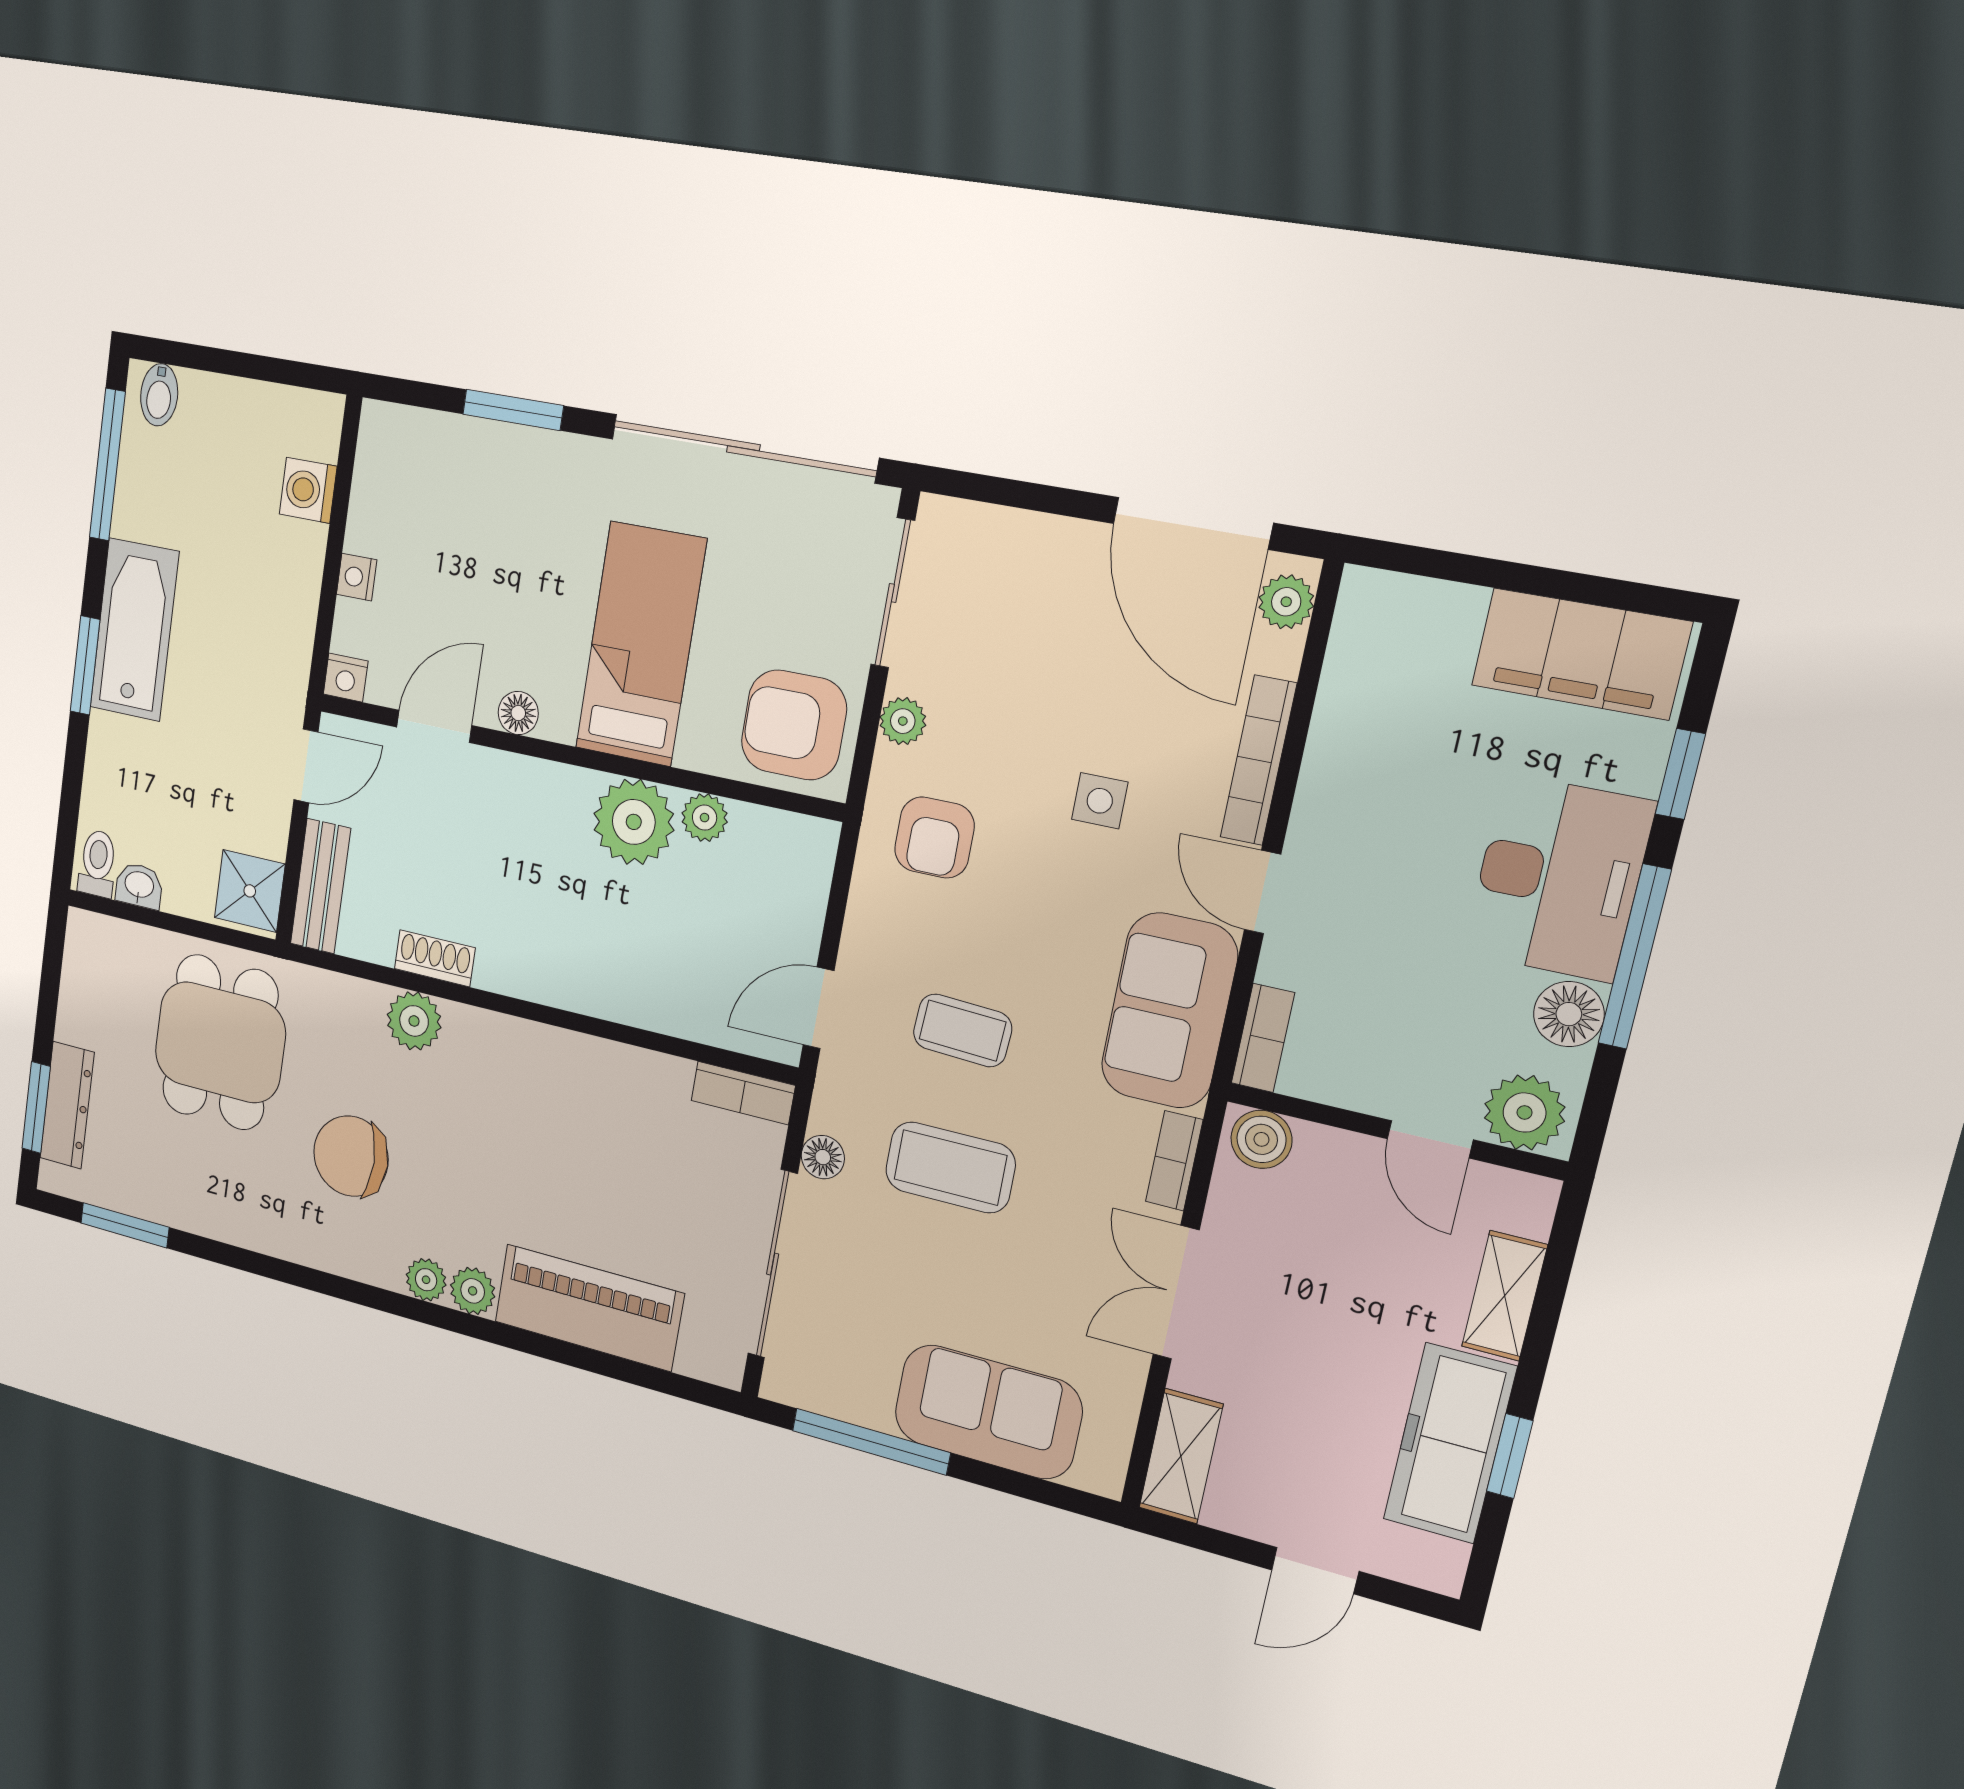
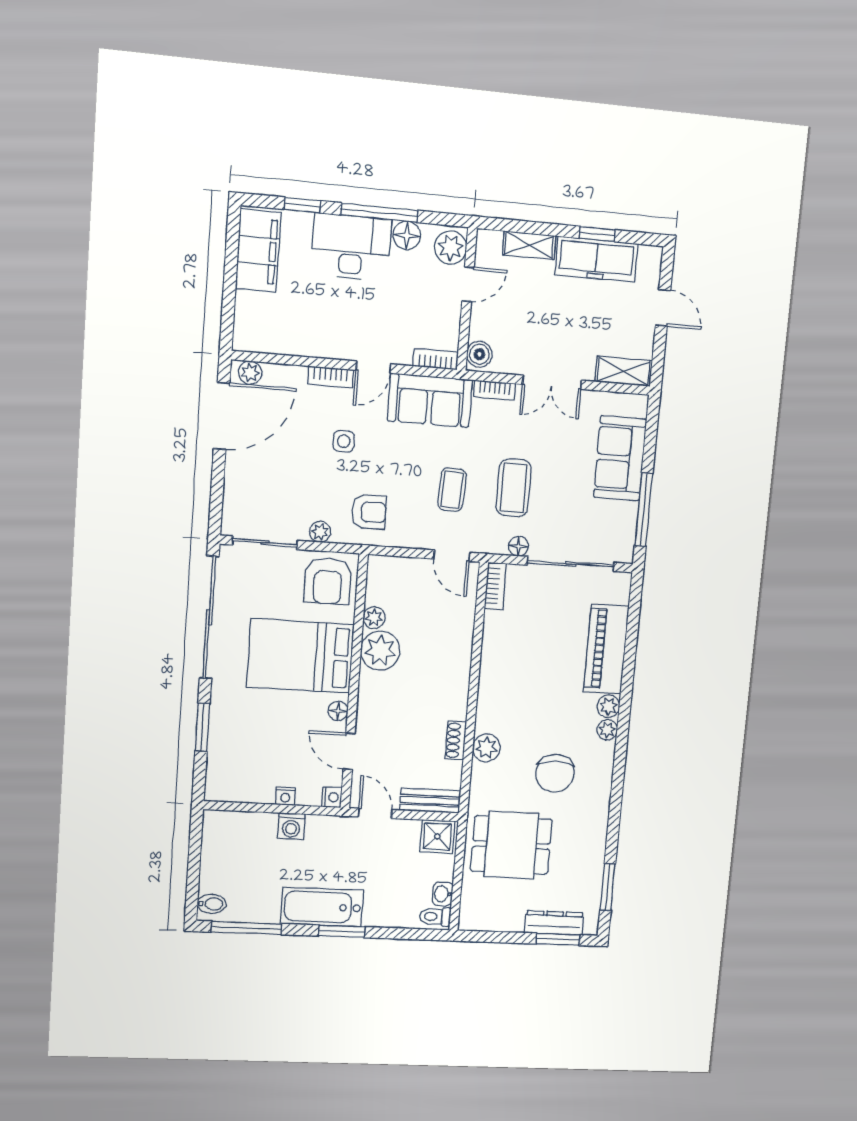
washing machine: (308, 490) -> (291, 826), moved
bed: (641, 644) -> (300, 656), width x1.50
bookcase: (1258, 760) -> (331, 377), width x0.64

